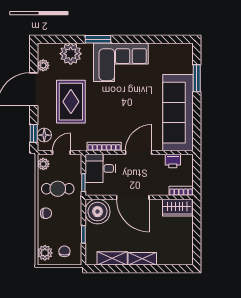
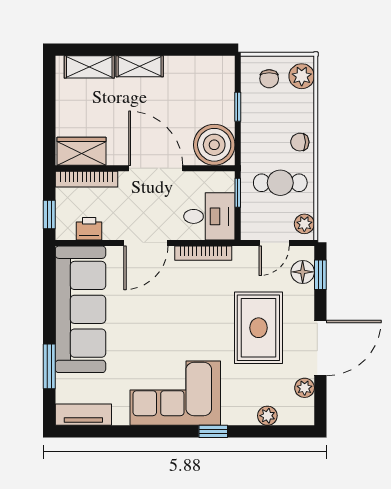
window: (98, 39) -> (213, 431), width x0.67
tv unit: (176, 49) -> (83, 415), added
plant: (71, 54) -> (267, 416), width x0.53, depth x0.53
window: (197, 170) -> (49, 215), added
bookcase: (181, 191) -> (86, 179), width x1.56
shelving: (112, 258) -> (89, 67), moved

